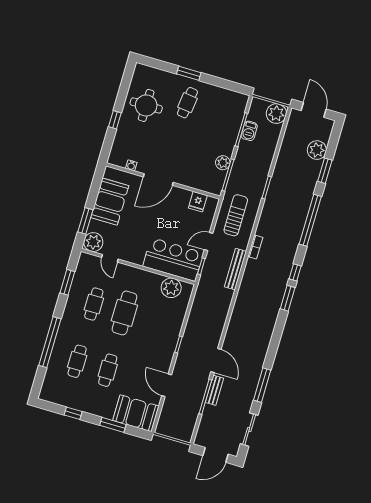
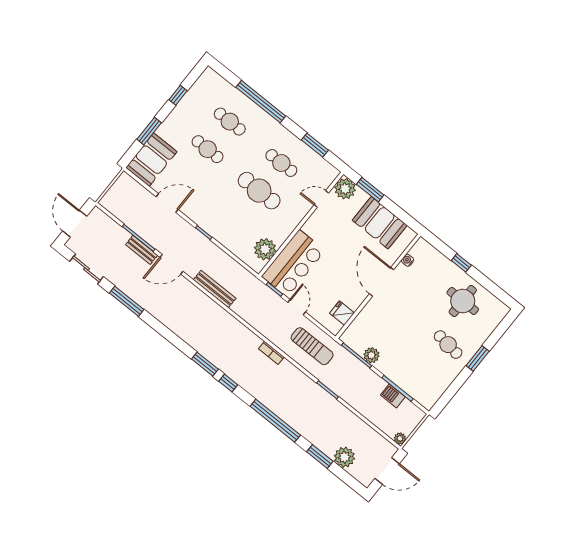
plant: (276, 114) -> (400, 438), width x0.53, depth x0.53
bench: (235, 269) -> (215, 289), moved

